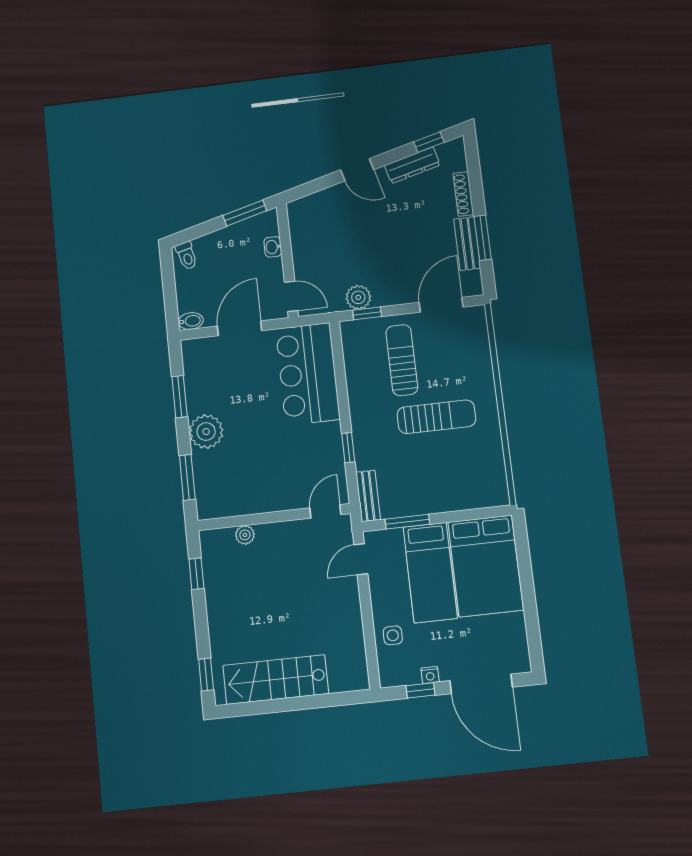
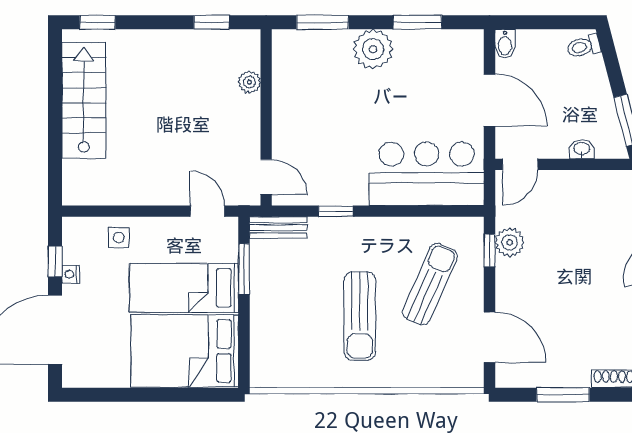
bench: (467, 244) -> (558, 376), removed
sun lounger: (402, 360) -> (430, 284), turned -66

